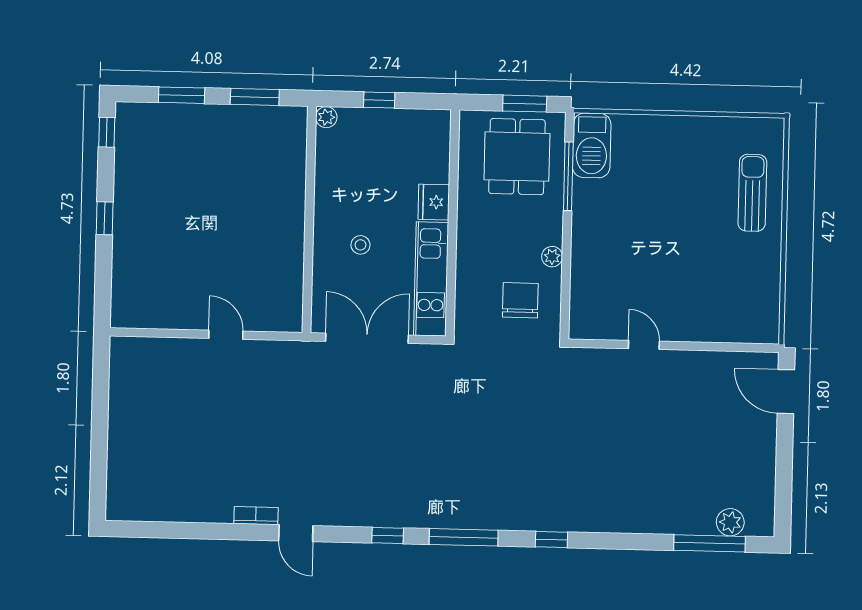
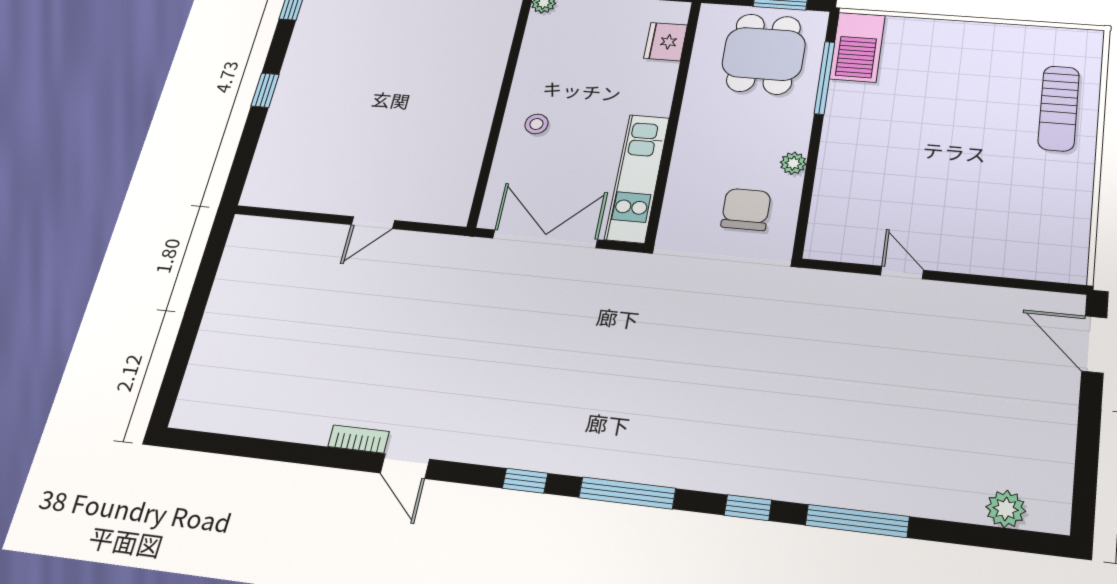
sun lounger: (752, 193) -> (1059, 108), turned 180
fridge: (434, 202) -> (666, 42), moved
stool: (360, 245) -> (536, 124), moved
door: (226, 335) -> (373, 223), swing flipped
window: (710, 543) -> (857, 521), moved

